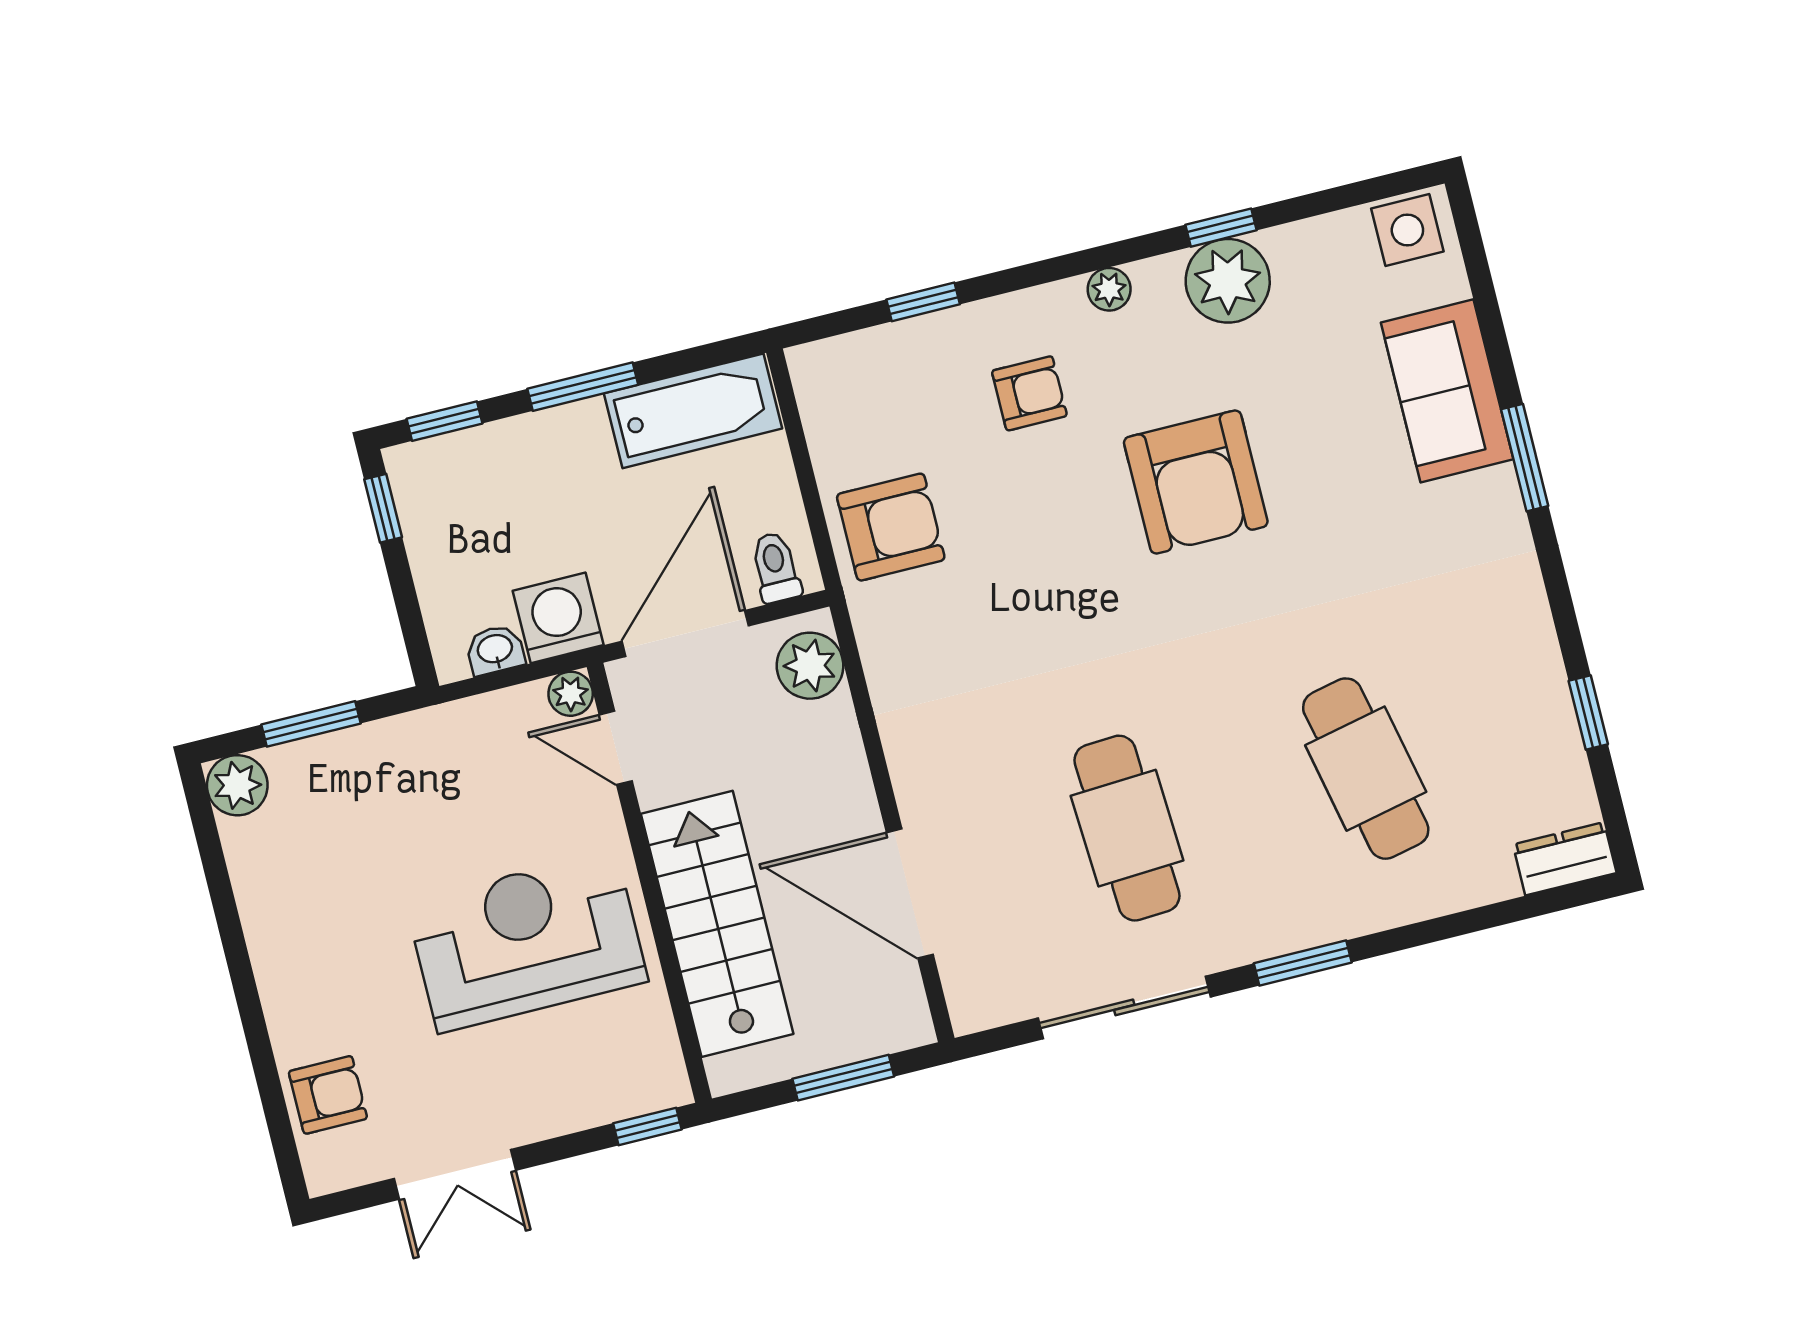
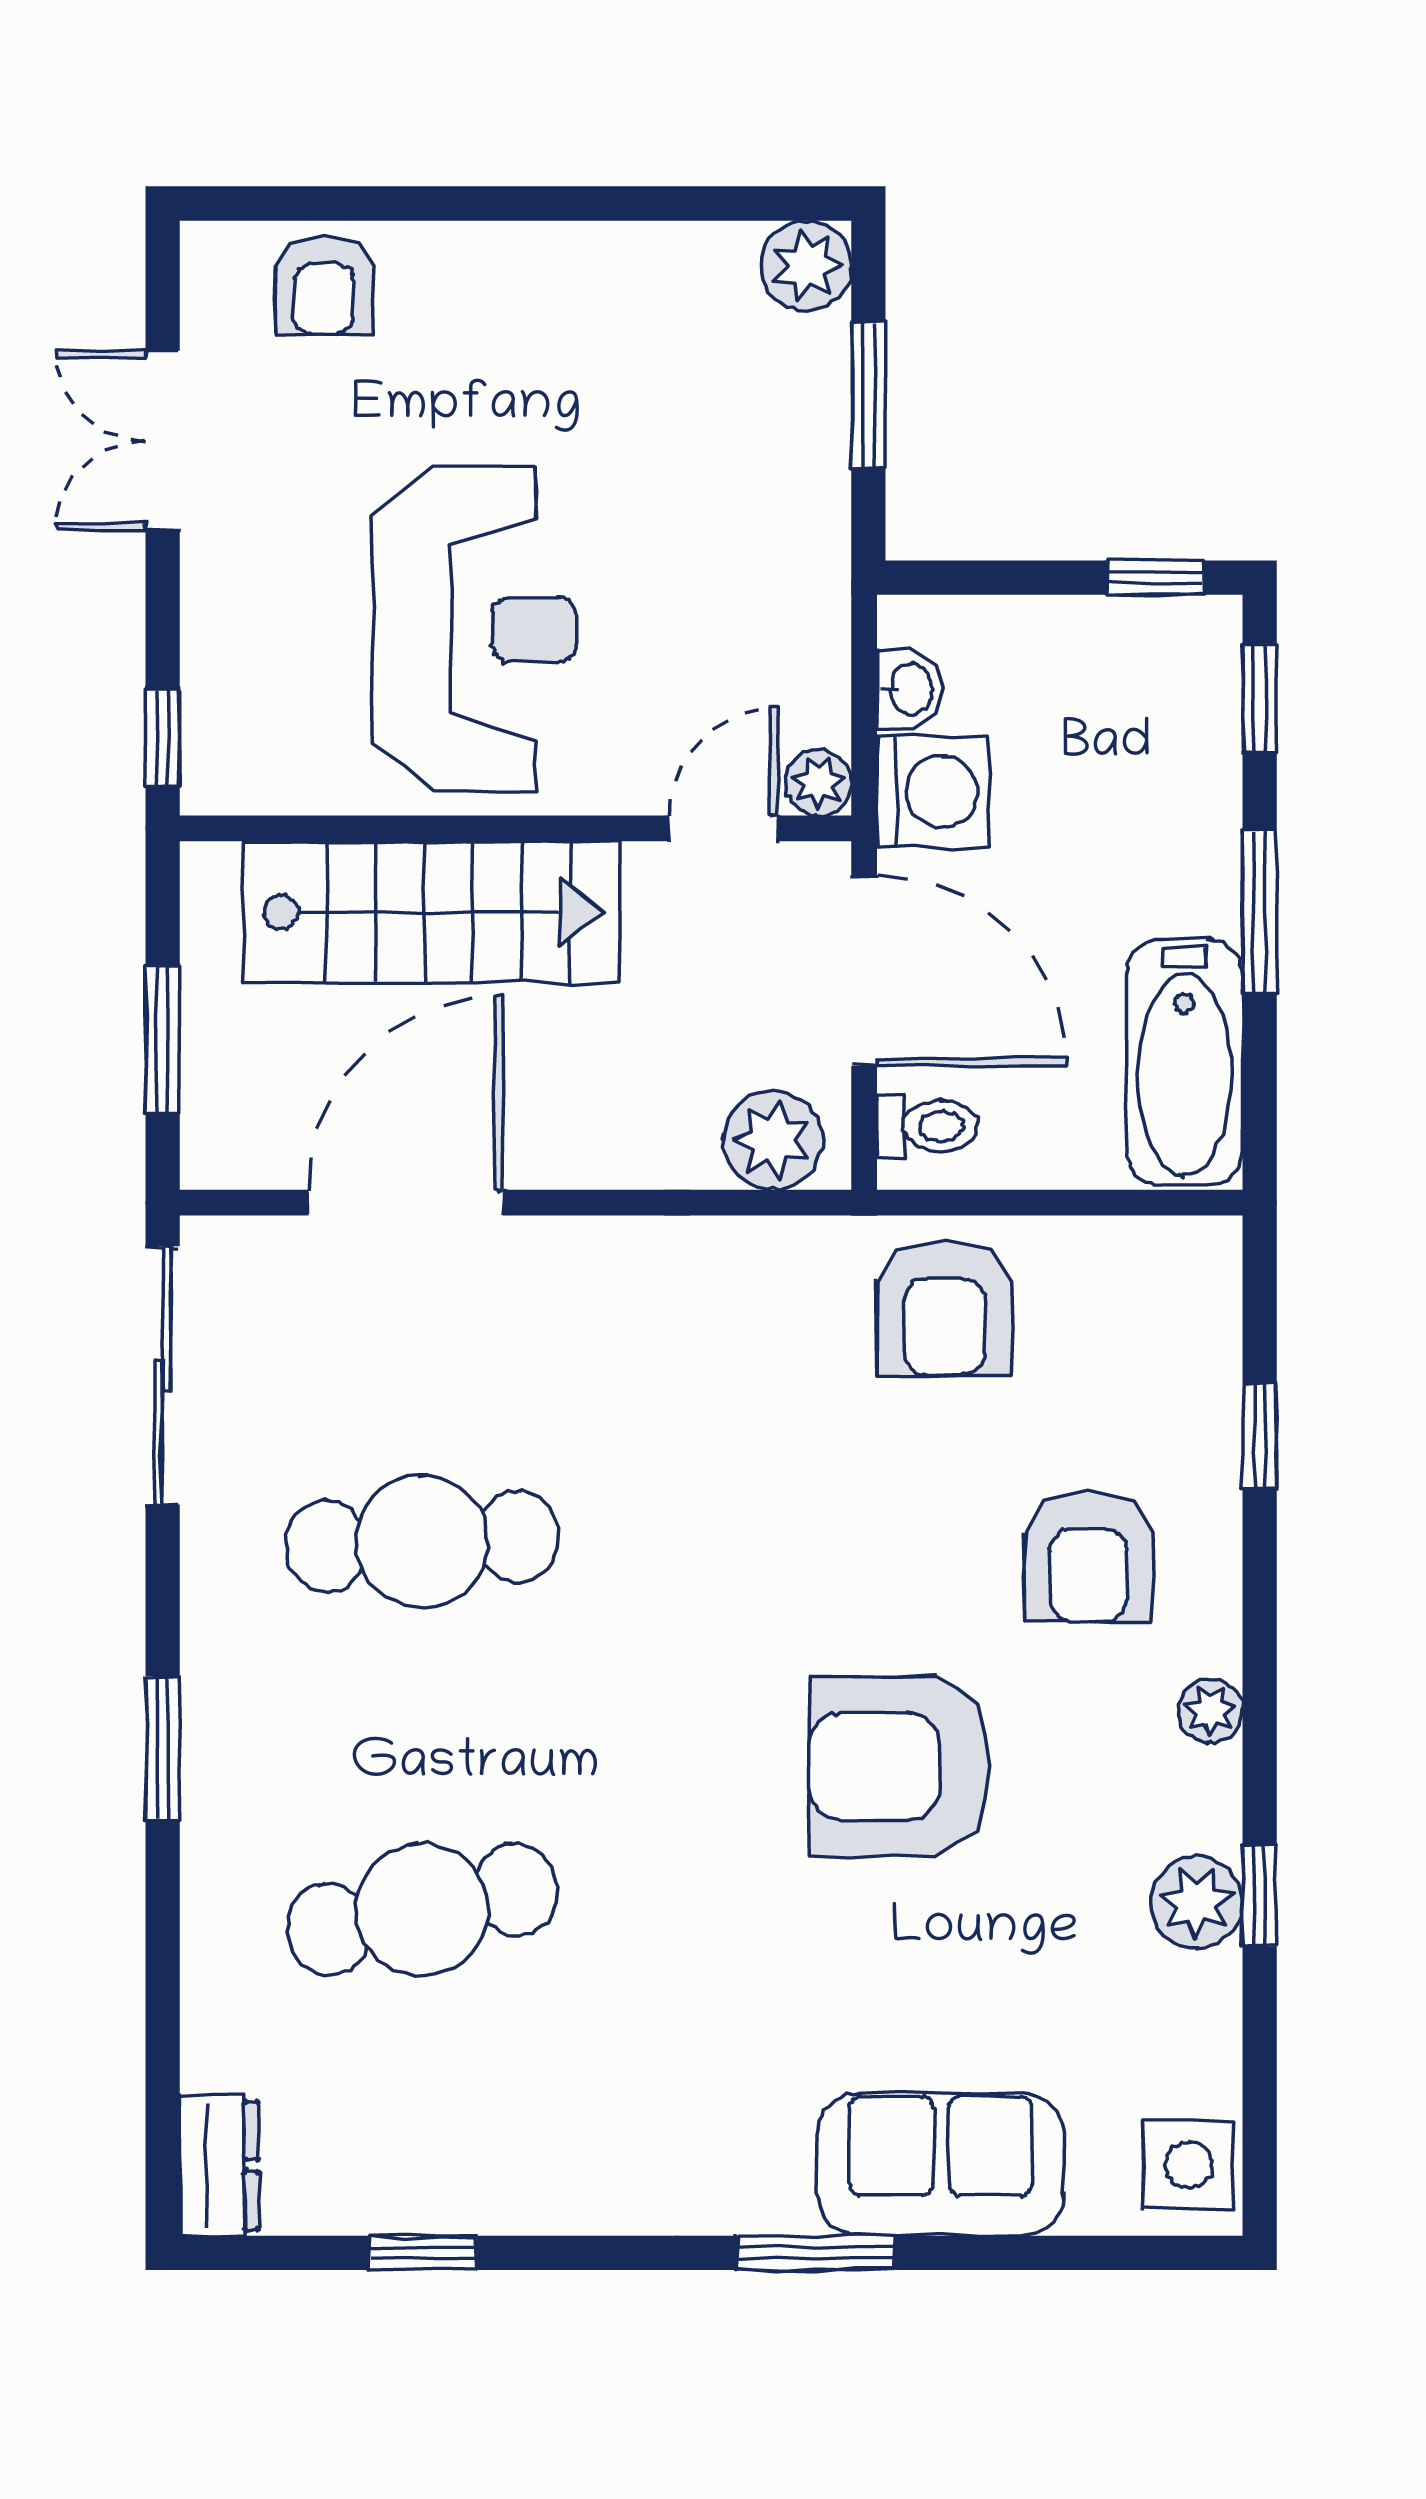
plant: (1228, 281) -> (1197, 1902), width x0.73, depth x0.73
armchair: (1029, 393) -> (1088, 1557), width x1.38, depth x1.38
sliding door: (1124, 1007) -> (163, 1375), moved

